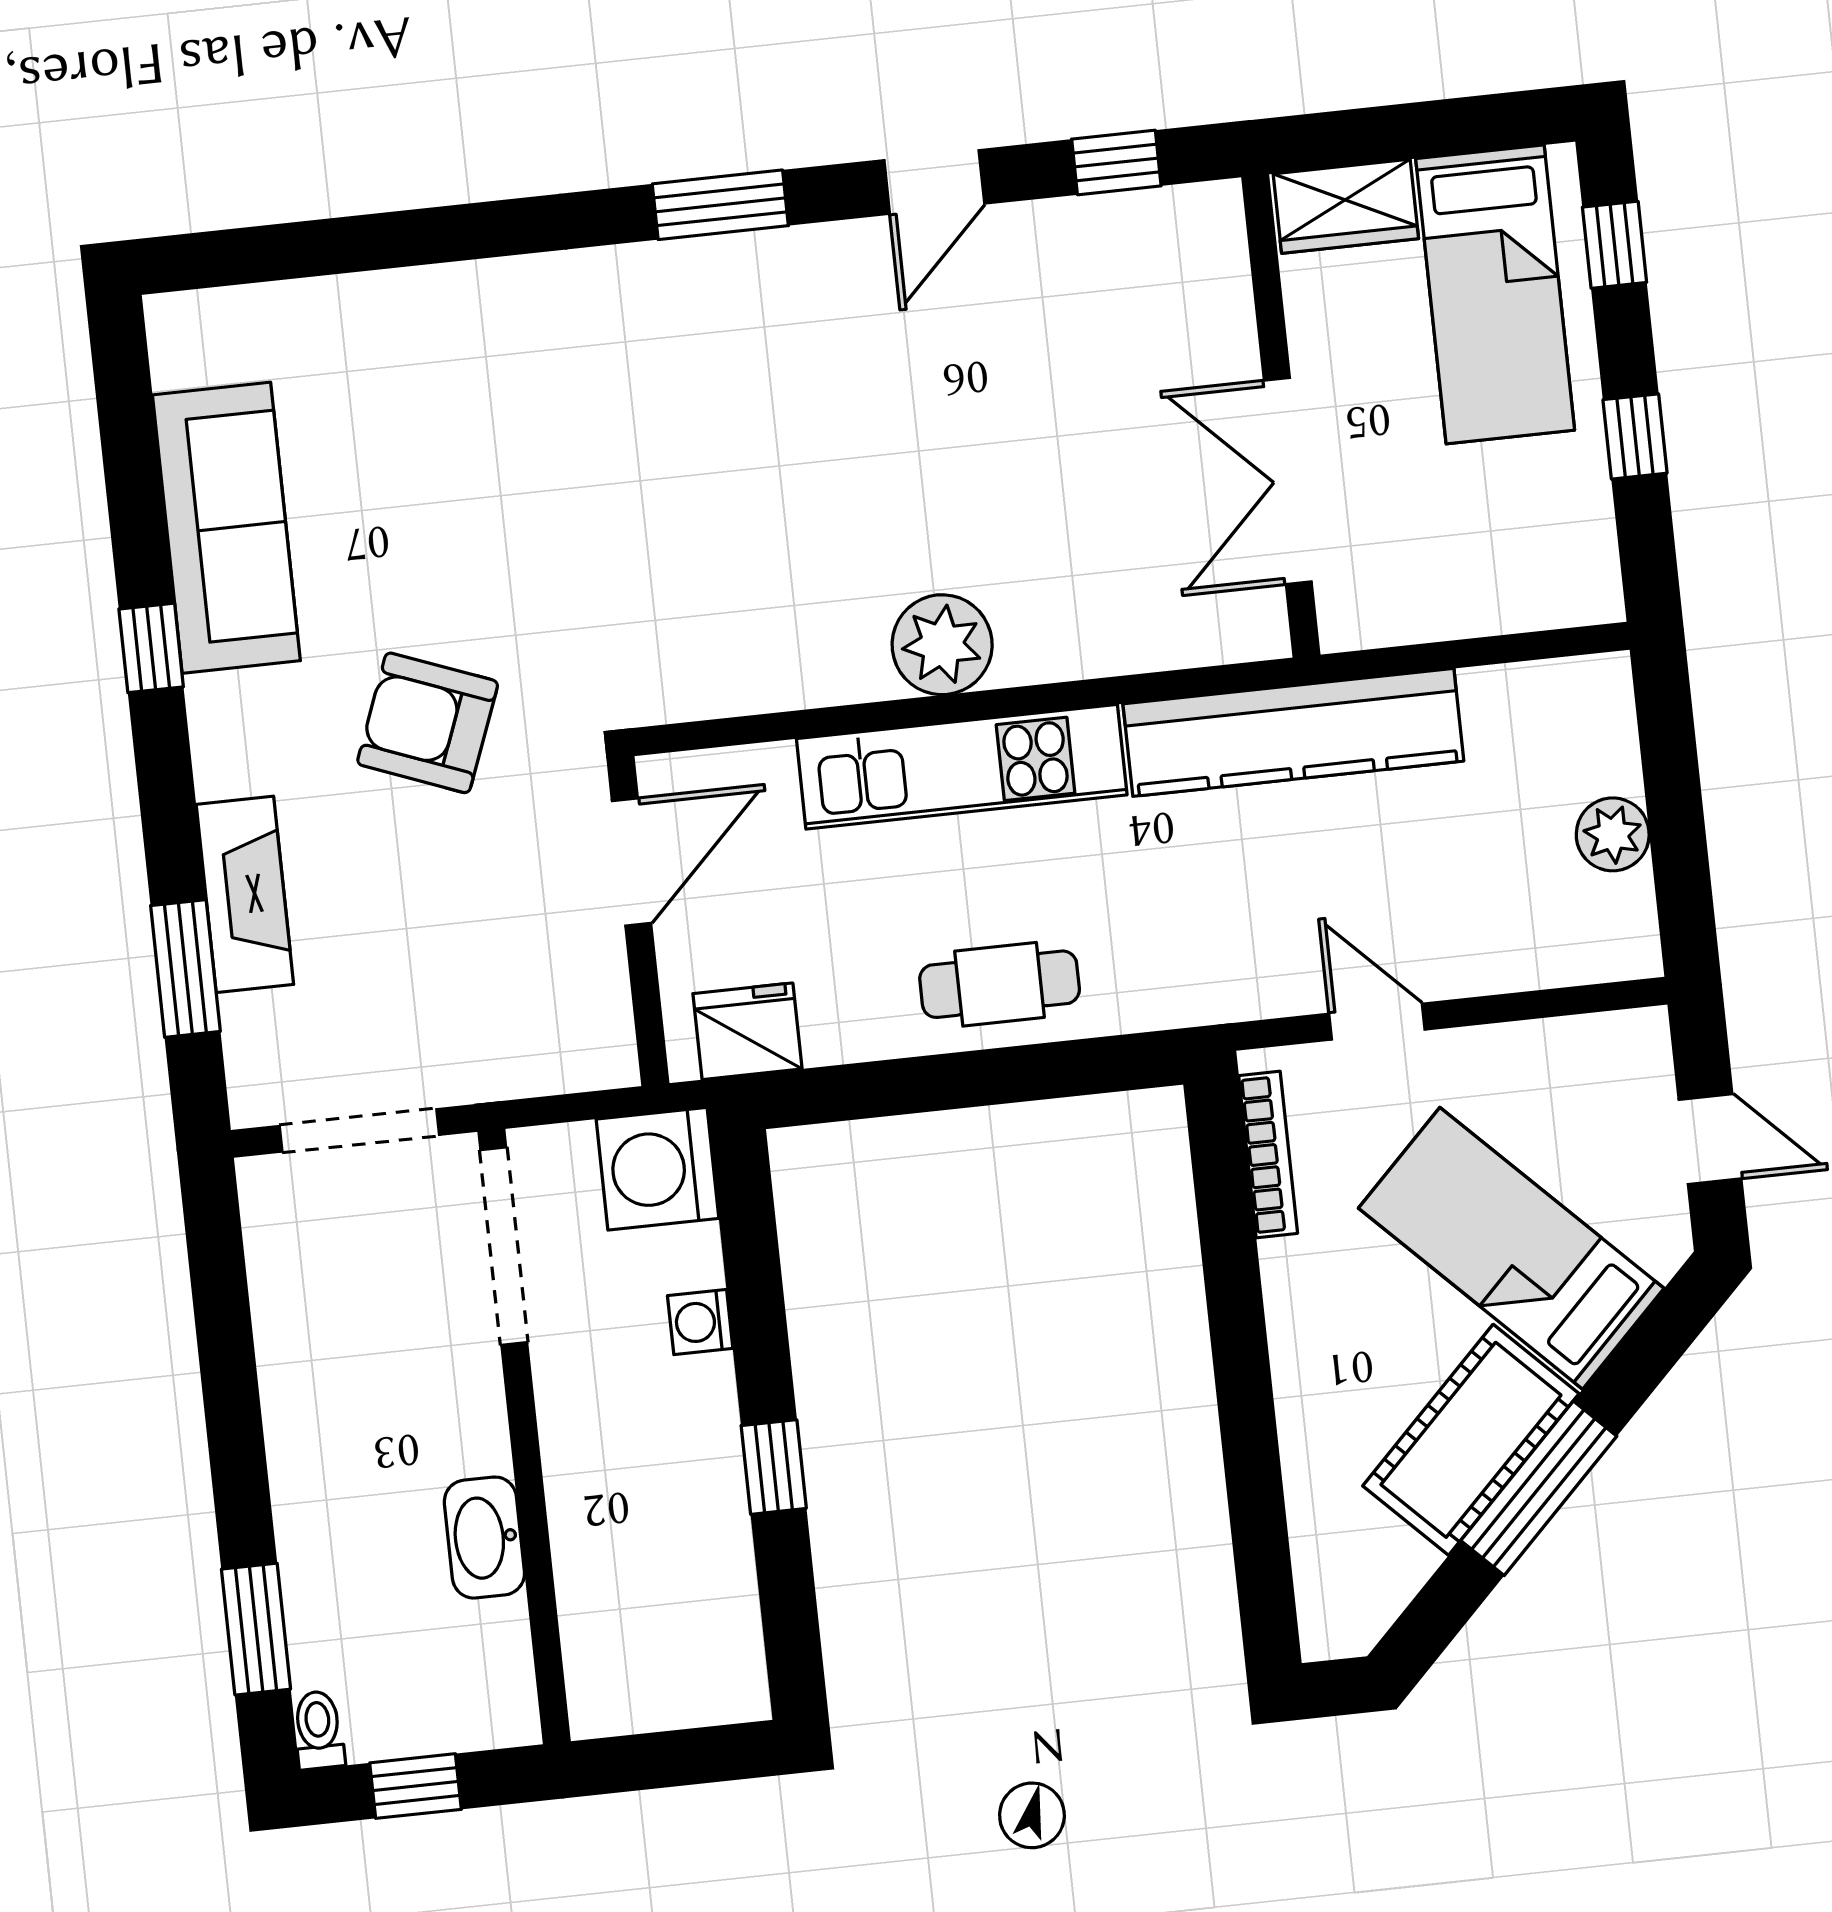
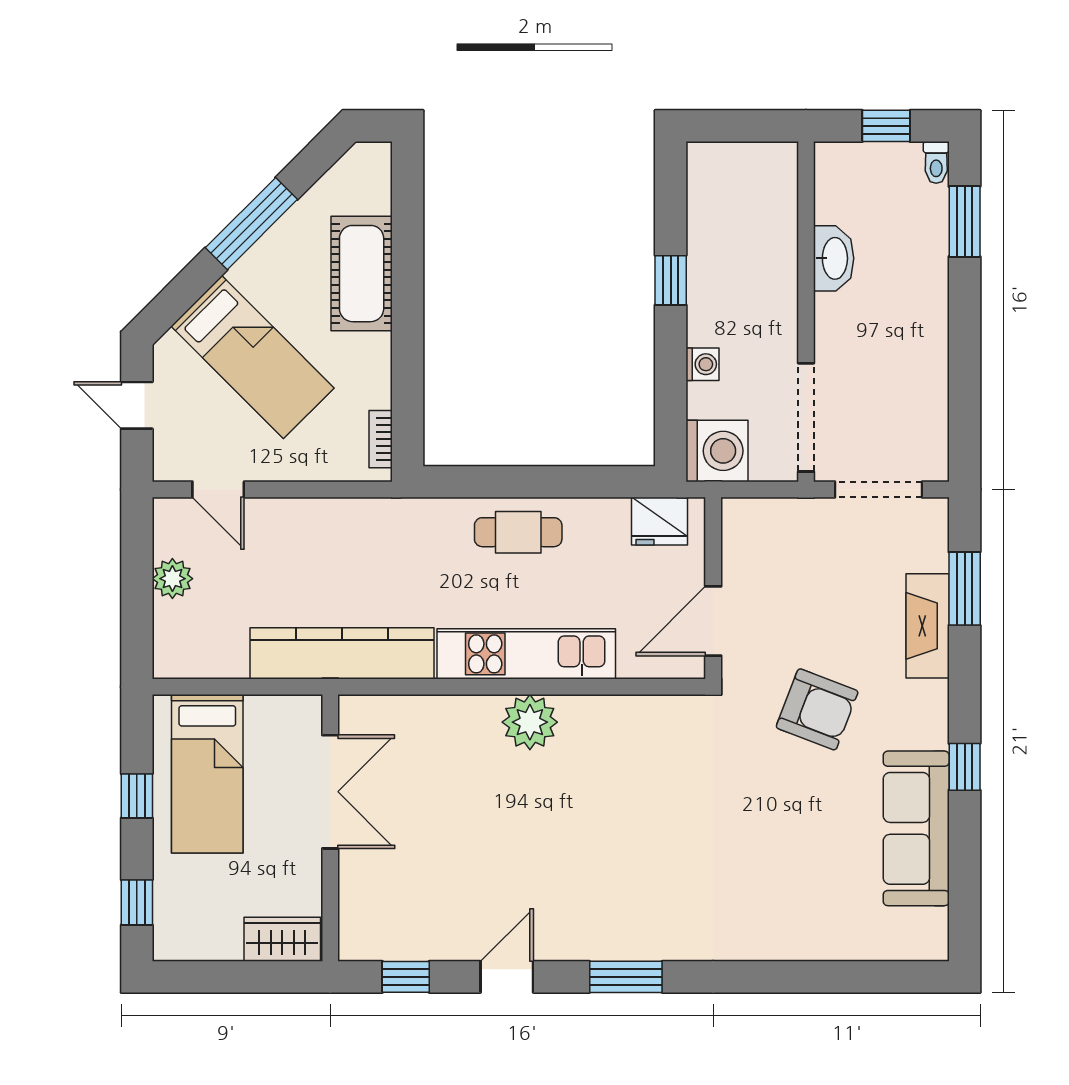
bed: (1495, 294) -> (207, 774), moved, turned 180
door: (1377, 1022) -> (218, 489), moved
bookcase: (1268, 1154) -> (381, 439), width x0.64
cot: (1471, 1440) -> (362, 274), moved, turned -45

